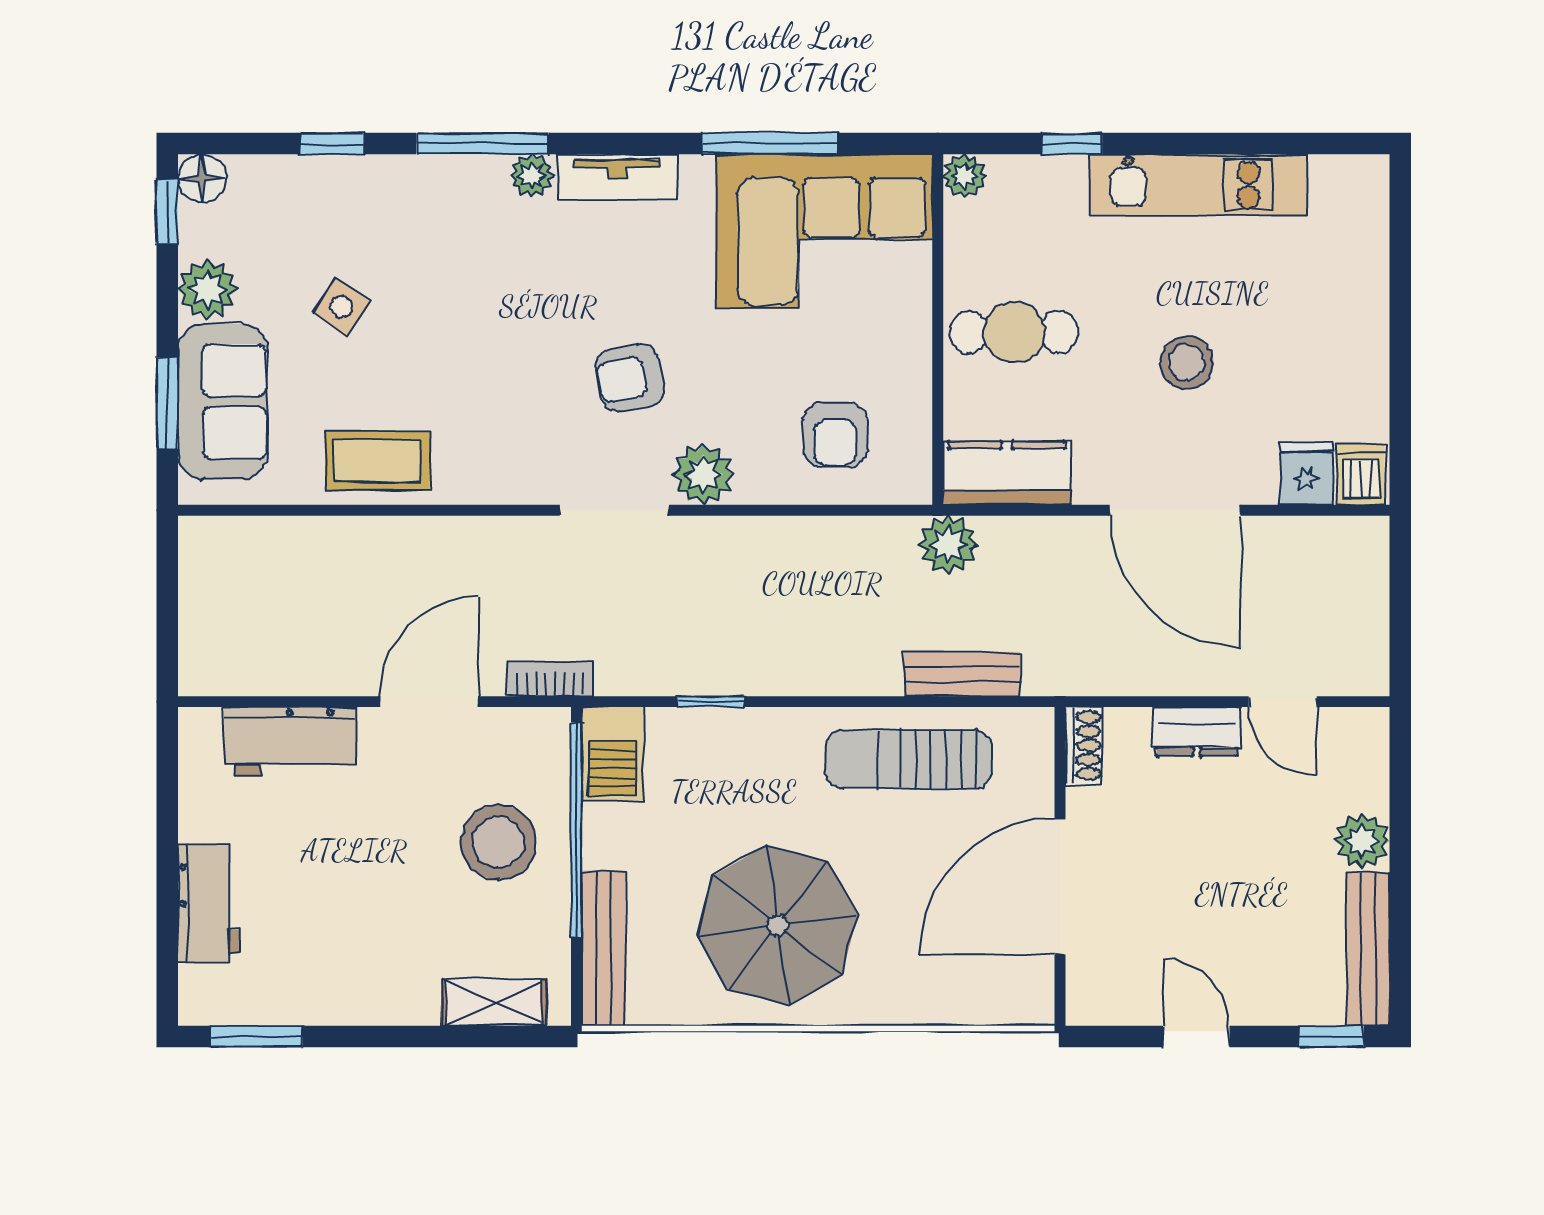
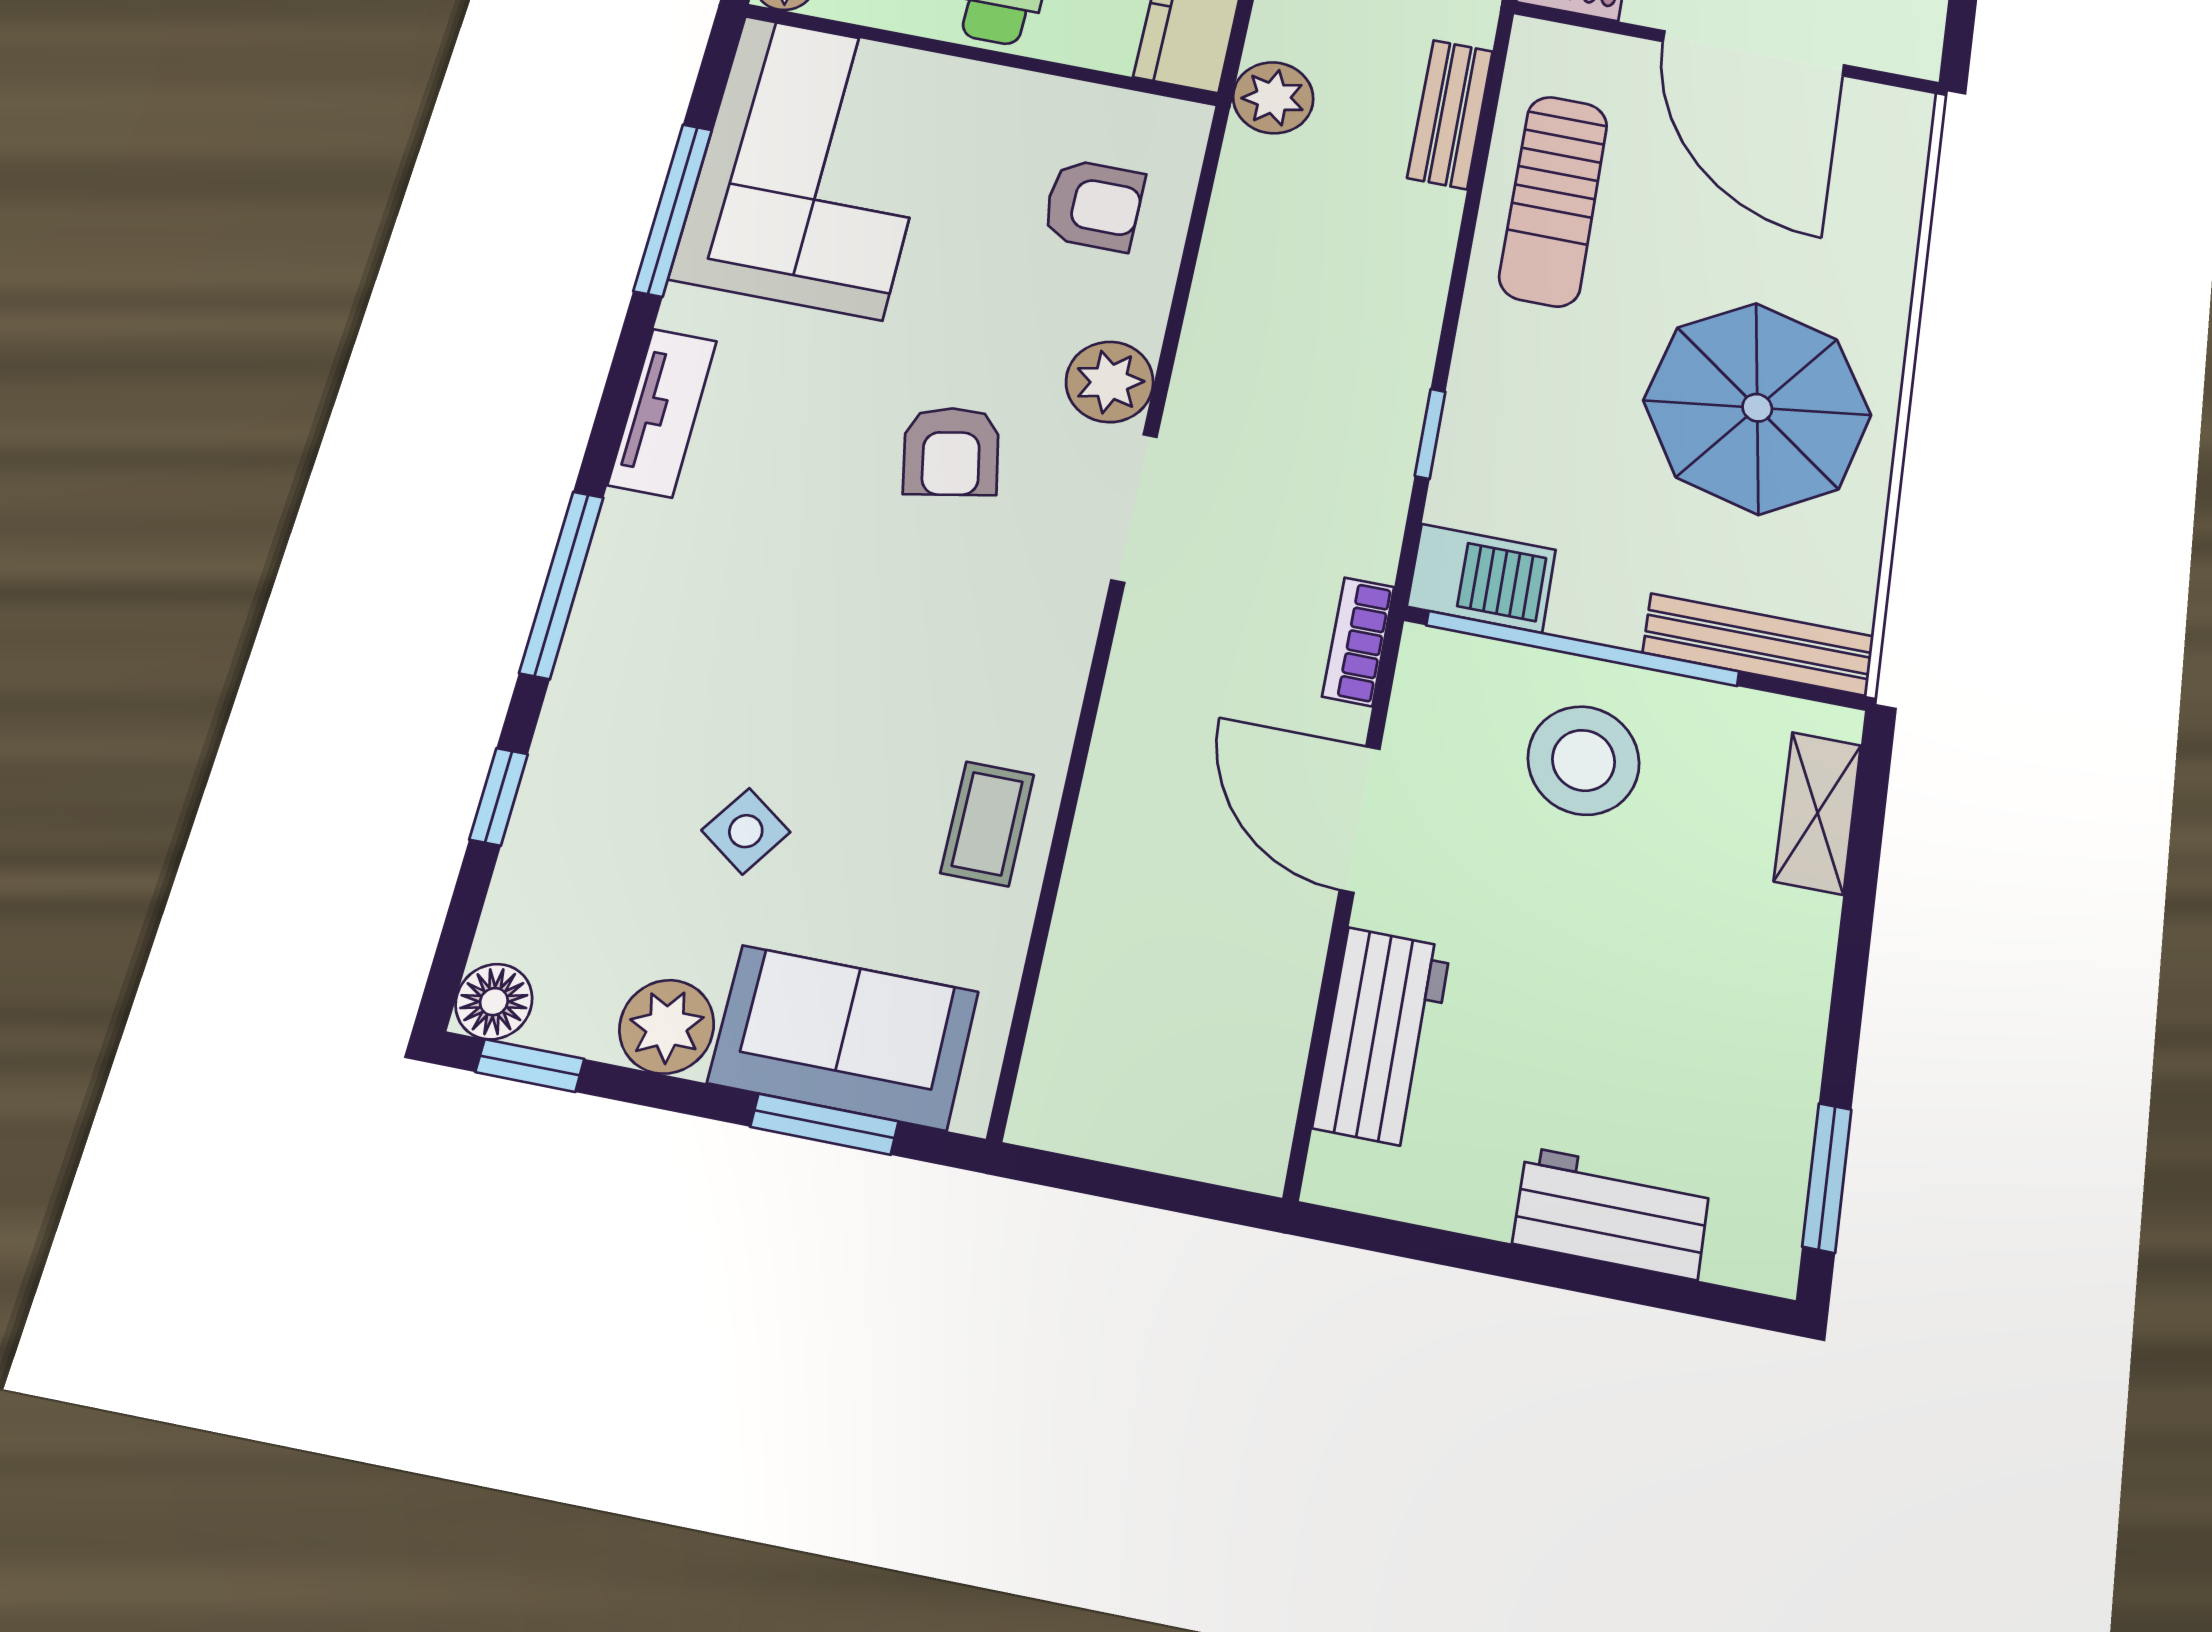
plant: (532, 176) -> (628, 526), removed
coffee table: (377, 461) -> (987, 824), width x0.73, depth x0.77

